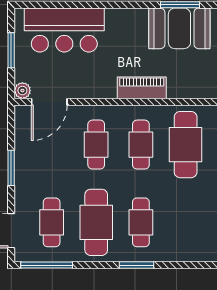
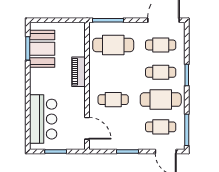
plant: (22, 91) -> (80, 145), removed
cafe table: (141, 145) -> (161, 45), moved

